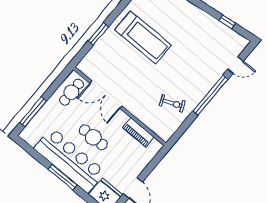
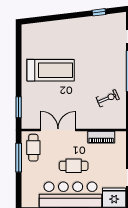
window: (98, 34) -> (19, 107), moved
double door: (106, 95) -> (58, 130), swing flipped
window: (33, 112) -> (19, 158), moved

